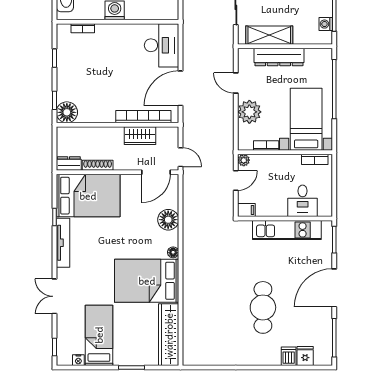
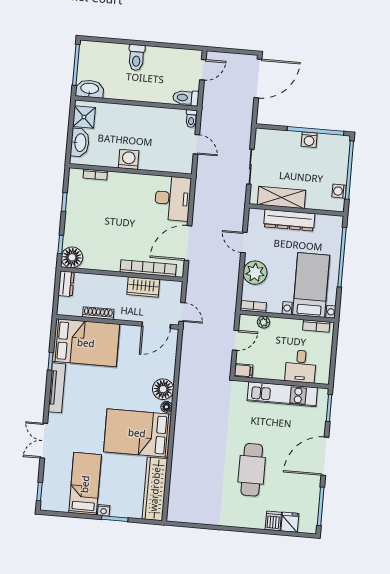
bookcase: (266, 146) -> (254, 306), moved
plant: (244, 160) -> (264, 322), moved
dresser: (69, 163) -> (66, 284), moved, turned 90
floor lamp: (168, 220) -> (163, 389), moved
nightstand: (78, 360) -> (104, 510), moved

